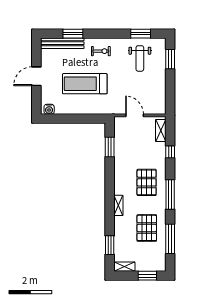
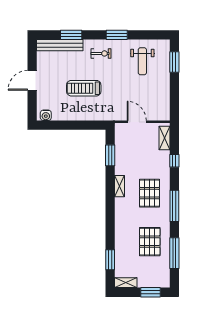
window: (141, 34) -> (117, 35), moved
treadmill: (85, 84) -> (84, 88), width x0.73, depth x0.73
shelving: (118, 205) -> (119, 186), moved

